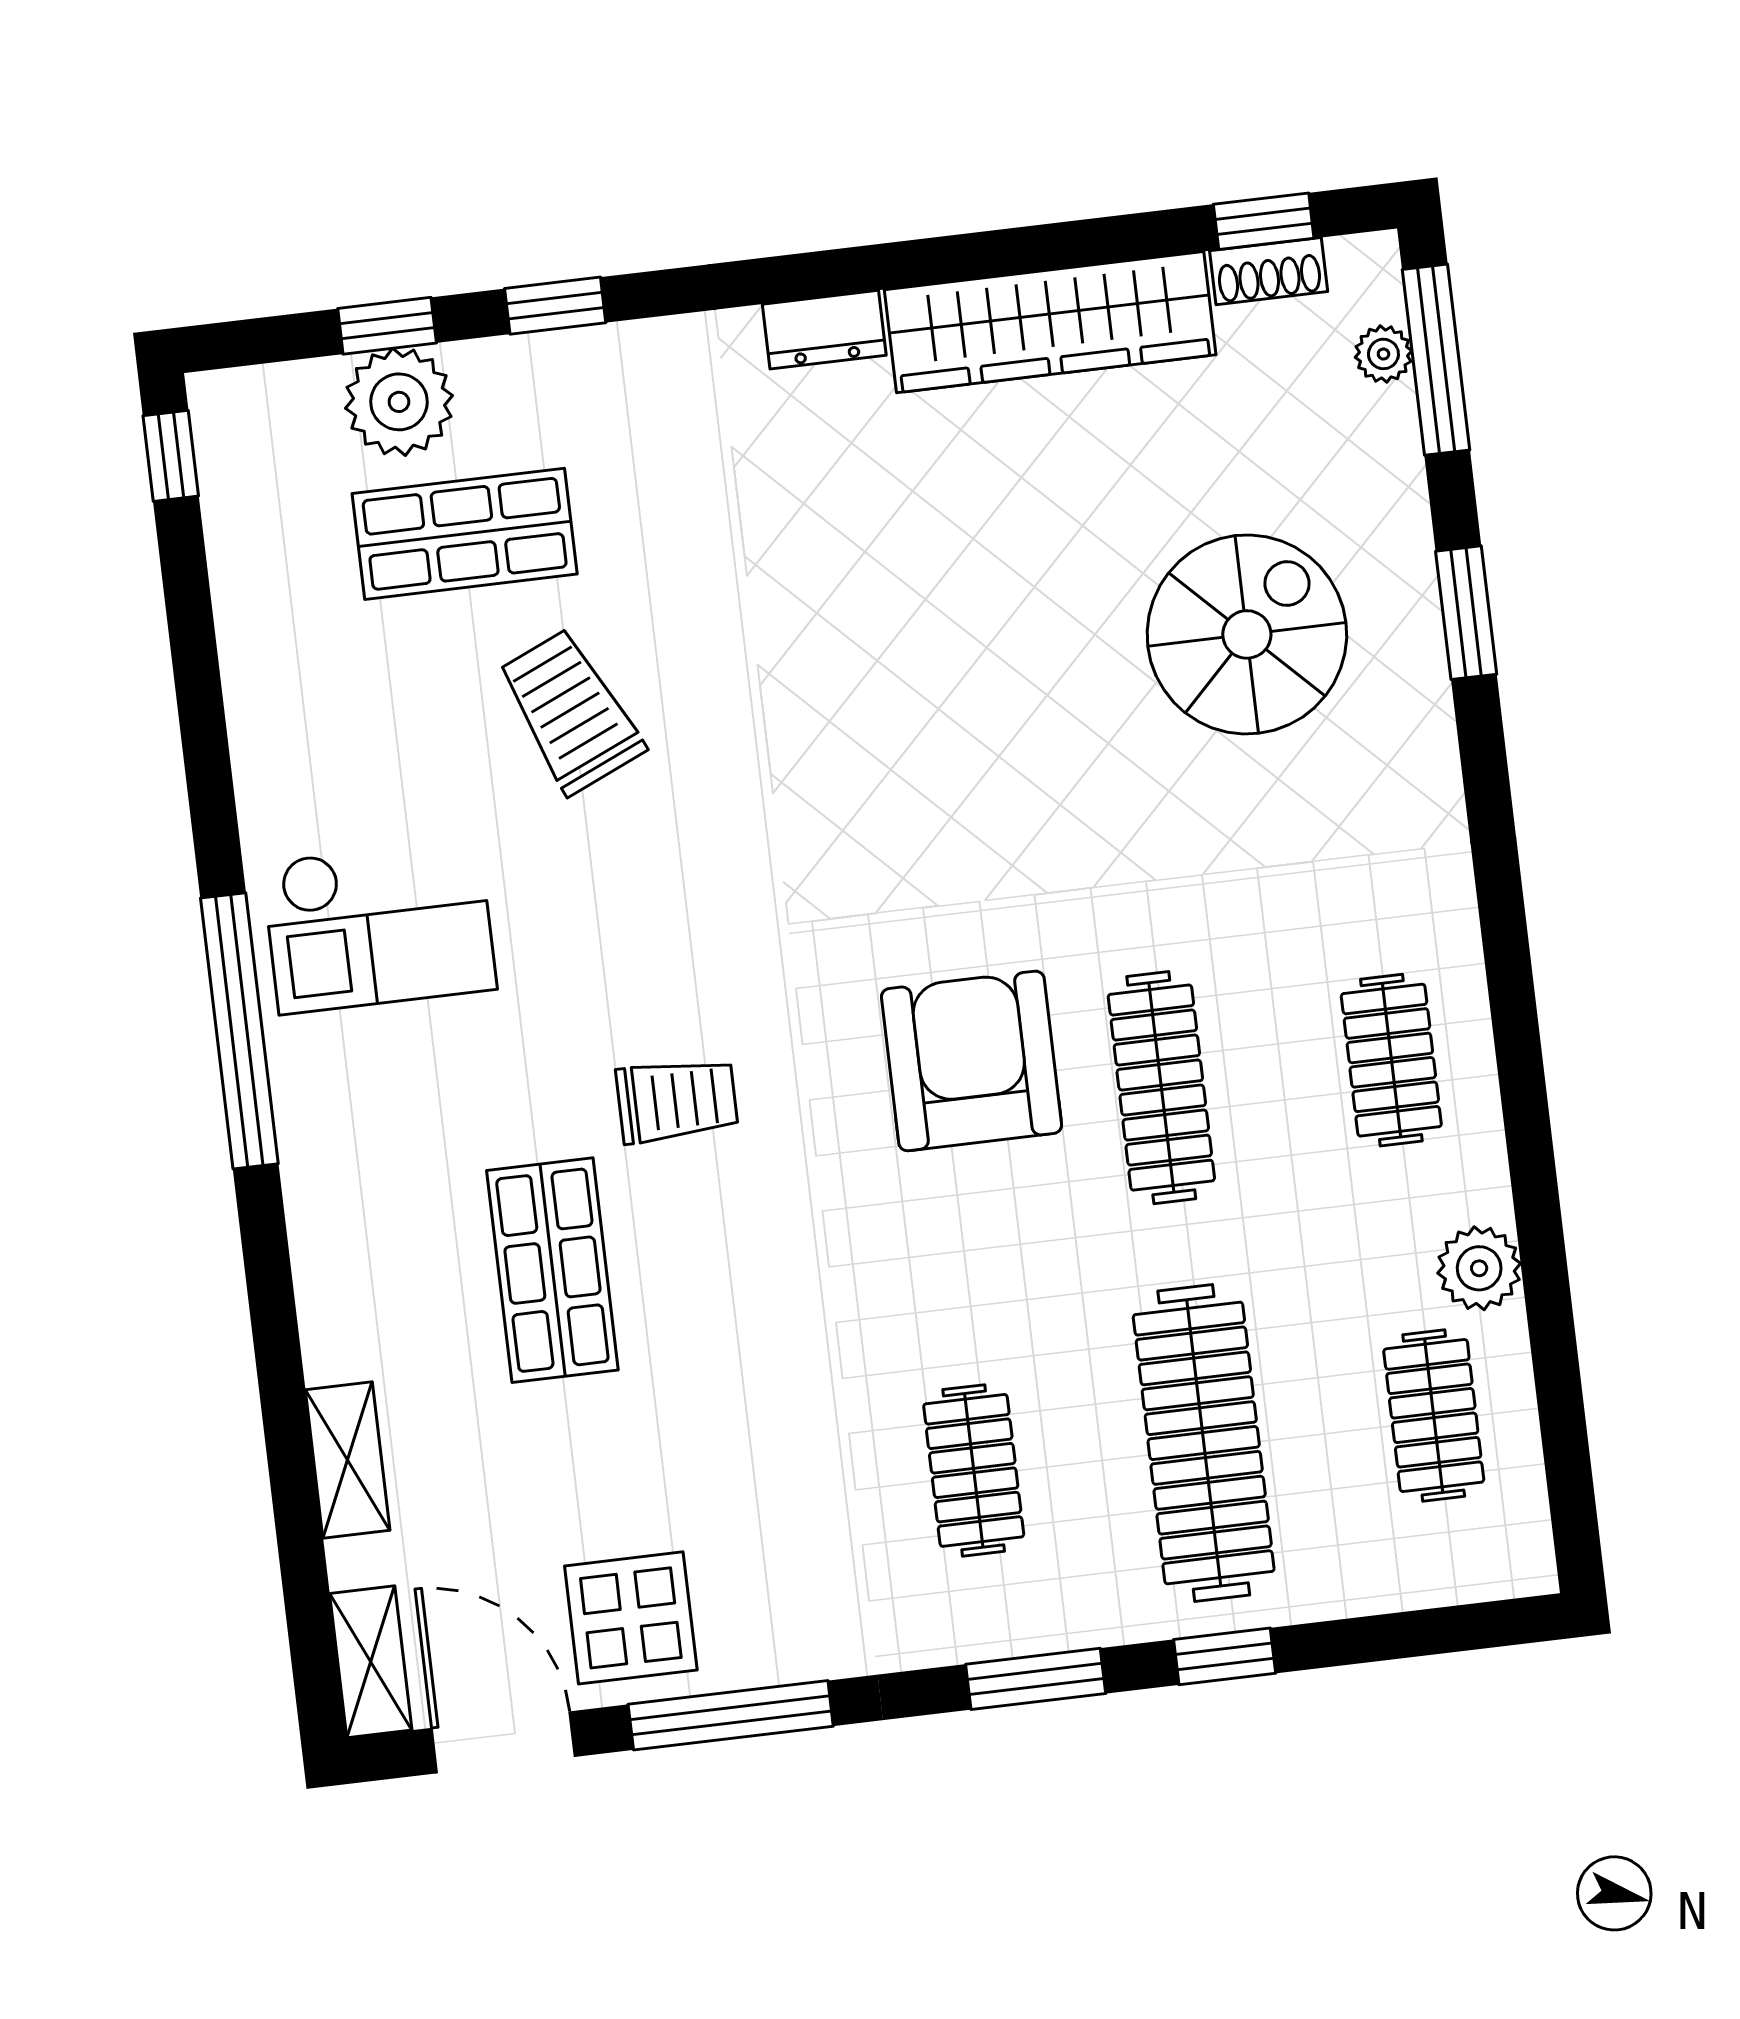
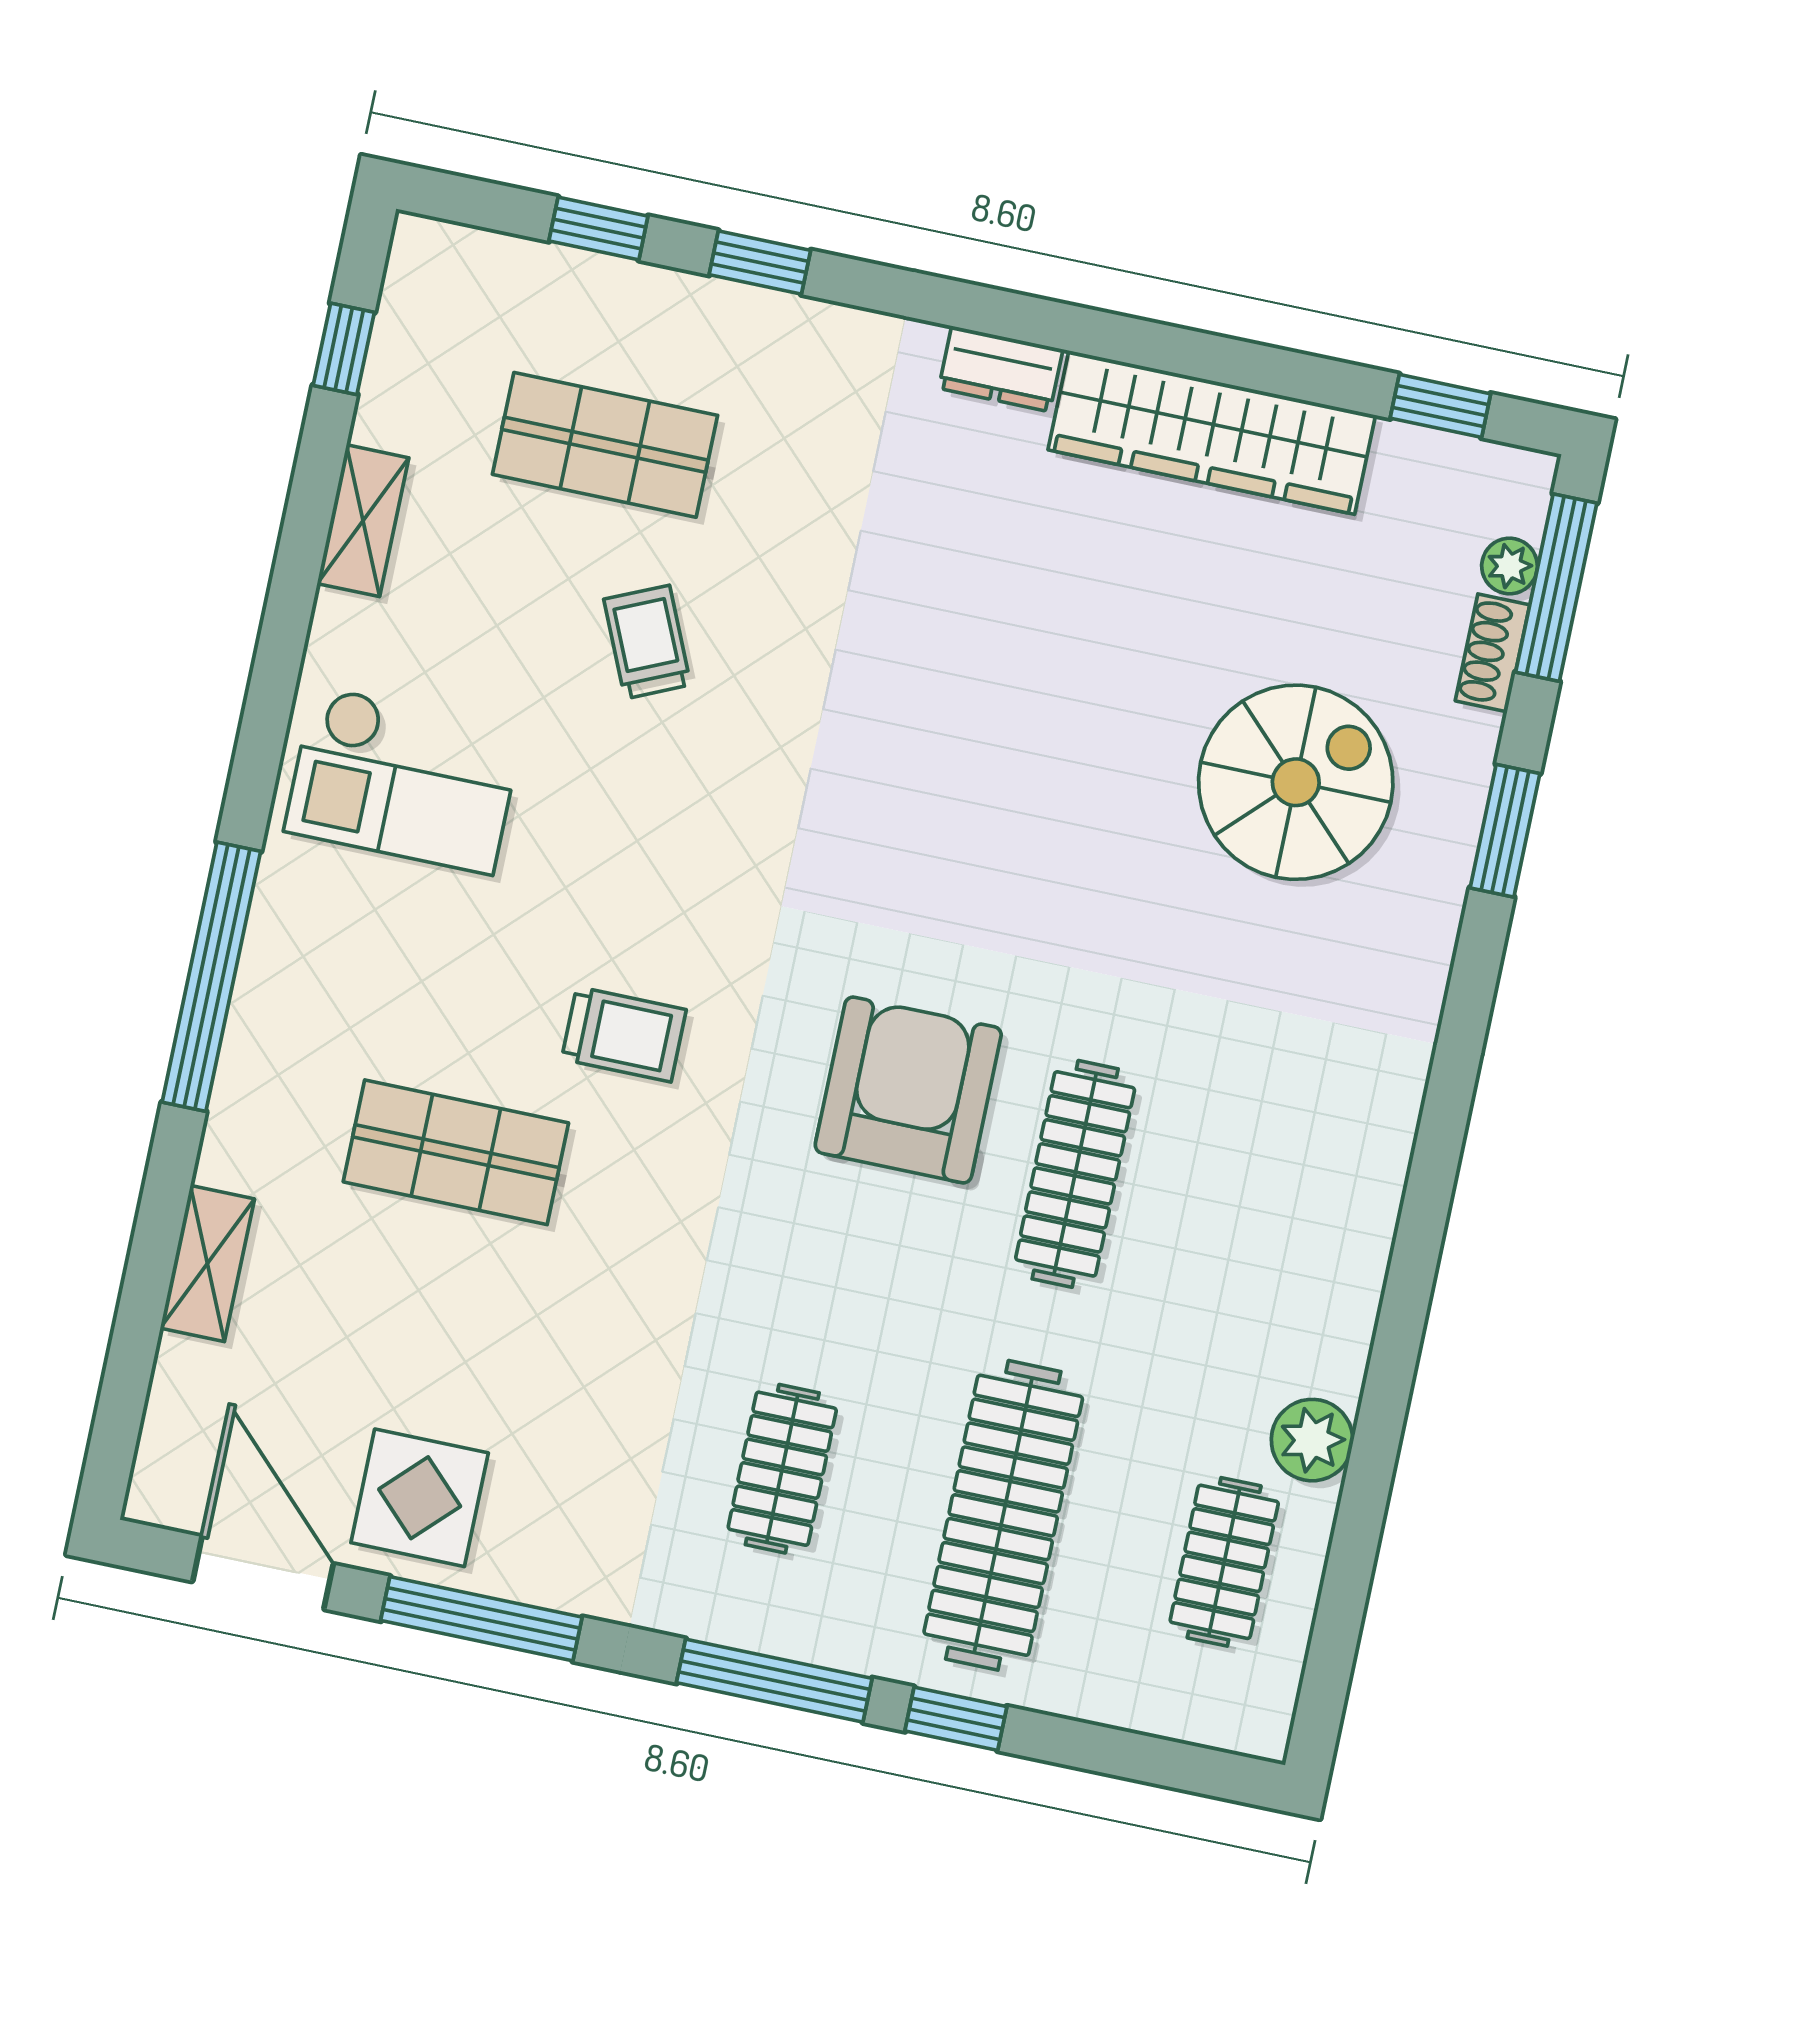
shoe rack: (1269, 271) -> (1493, 653), moved, turned 90
plant: (399, 402) -> (586, 303), removed
window: (171, 456) -> (344, 349), moved
trolley: (571, 711) -> (647, 642), width x0.73, depth x0.72
window: (239, 1031) -> (211, 977), moved
clothes rail: (1391, 1060) -> (1296, 1220), removed
shop shelf: (552, 1270) -> (456, 1152), turned 90
shelving: (371, 1662) -> (363, 521), moved
window: (1036, 1679) -> (774, 1681), width x1.44

